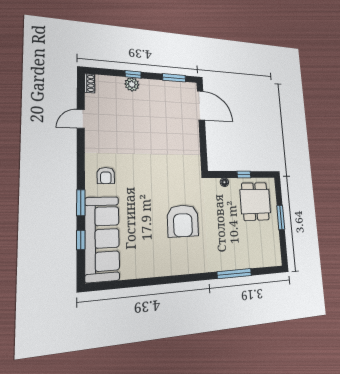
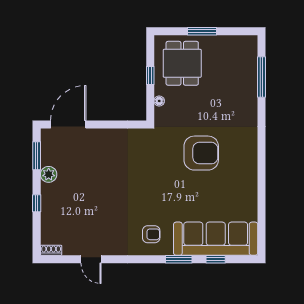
plant: (132, 84) -> (49, 174), moved
dining table: (255, 201) -> (182, 63), turned 90
window: (234, 274) -> (262, 77), moved

